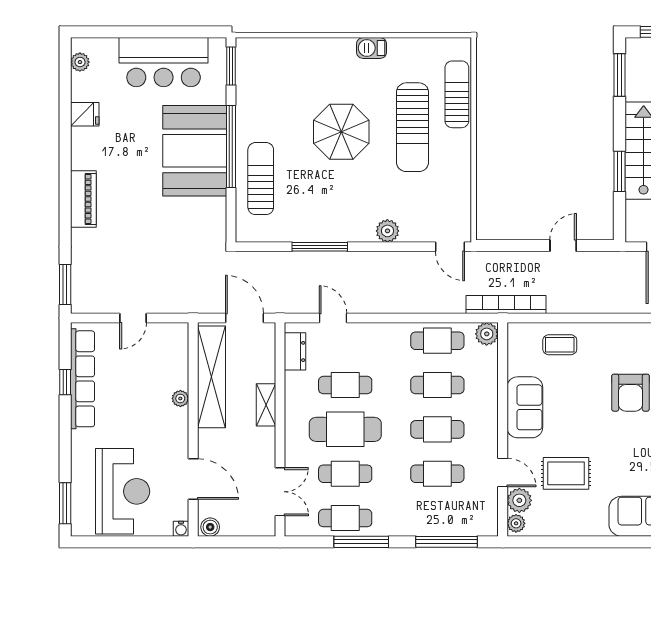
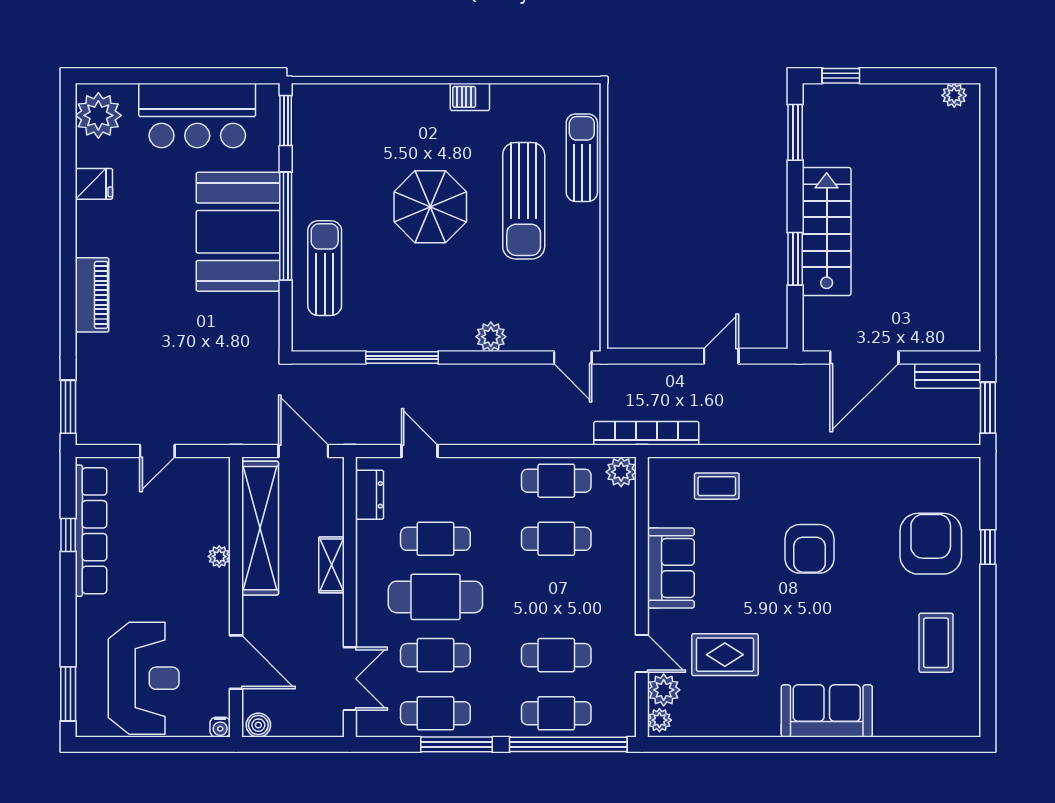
plant: (80, 62) -> (98, 115), width x1.88, depth x1.88
cafe table: (437, 429) -> (556, 713), moved
window: (447, 542) -> (568, 744), width x1.46

